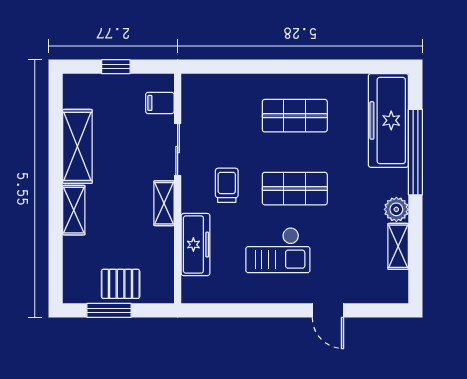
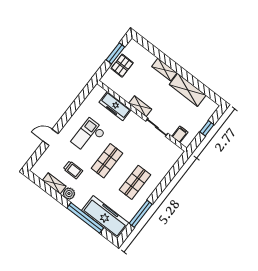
window: (339, 67) -> (141, 214), added
trolley: (227, 185) -> (73, 170), moved

